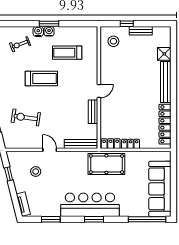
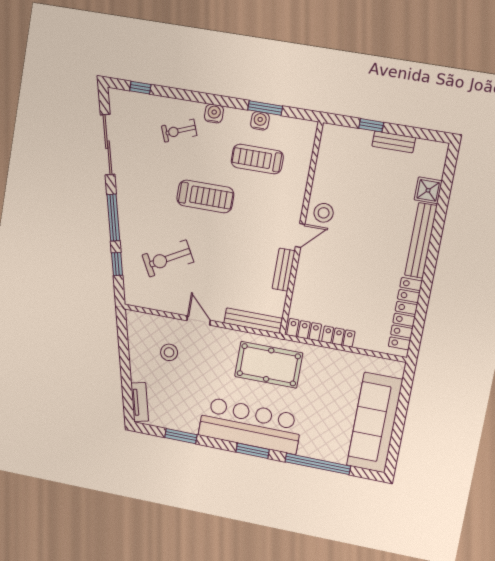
window: (49, 24) -> (265, 108), moved
water cooler: (49, 31) -> (260, 121), moved
stool: (113, 41) -> (324, 213), moved
exercise bike: (26, 117) -> (168, 258), turned -37
pool table: (106, 164) -> (269, 365), moved
window: (9, 174) -> (124, 348), removed
window: (147, 219) -> (318, 464), moved

